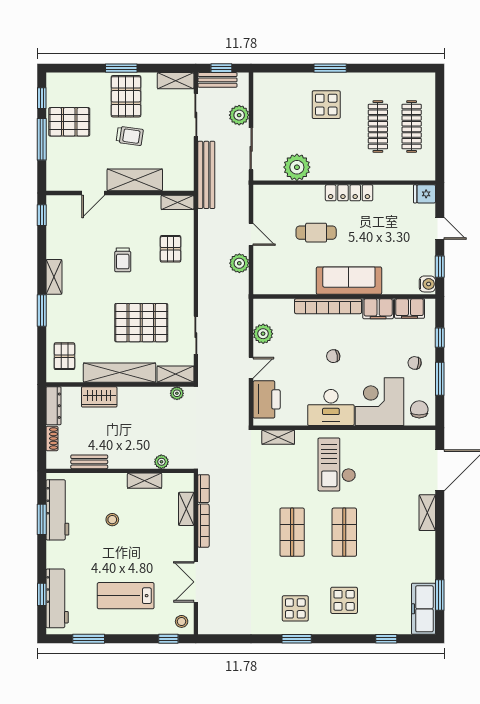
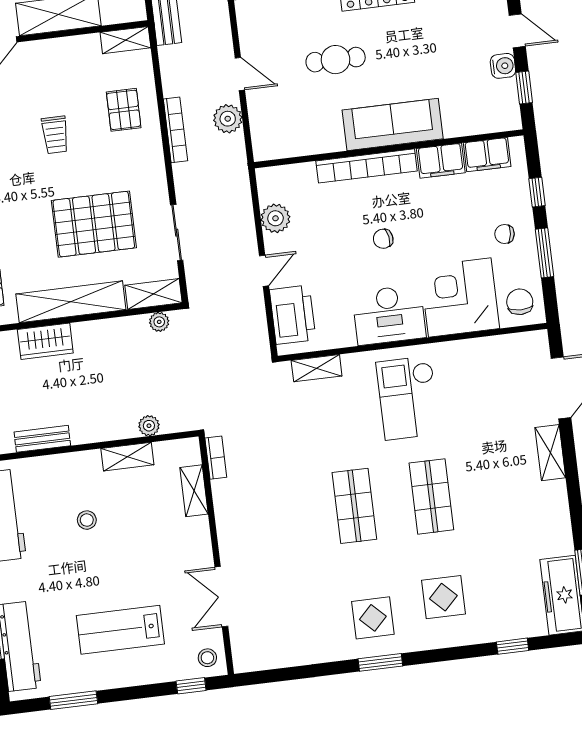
water cooler: (427, 284) -> (503, 66), moved
bookcase: (203, 526) -> (175, 130), moved

